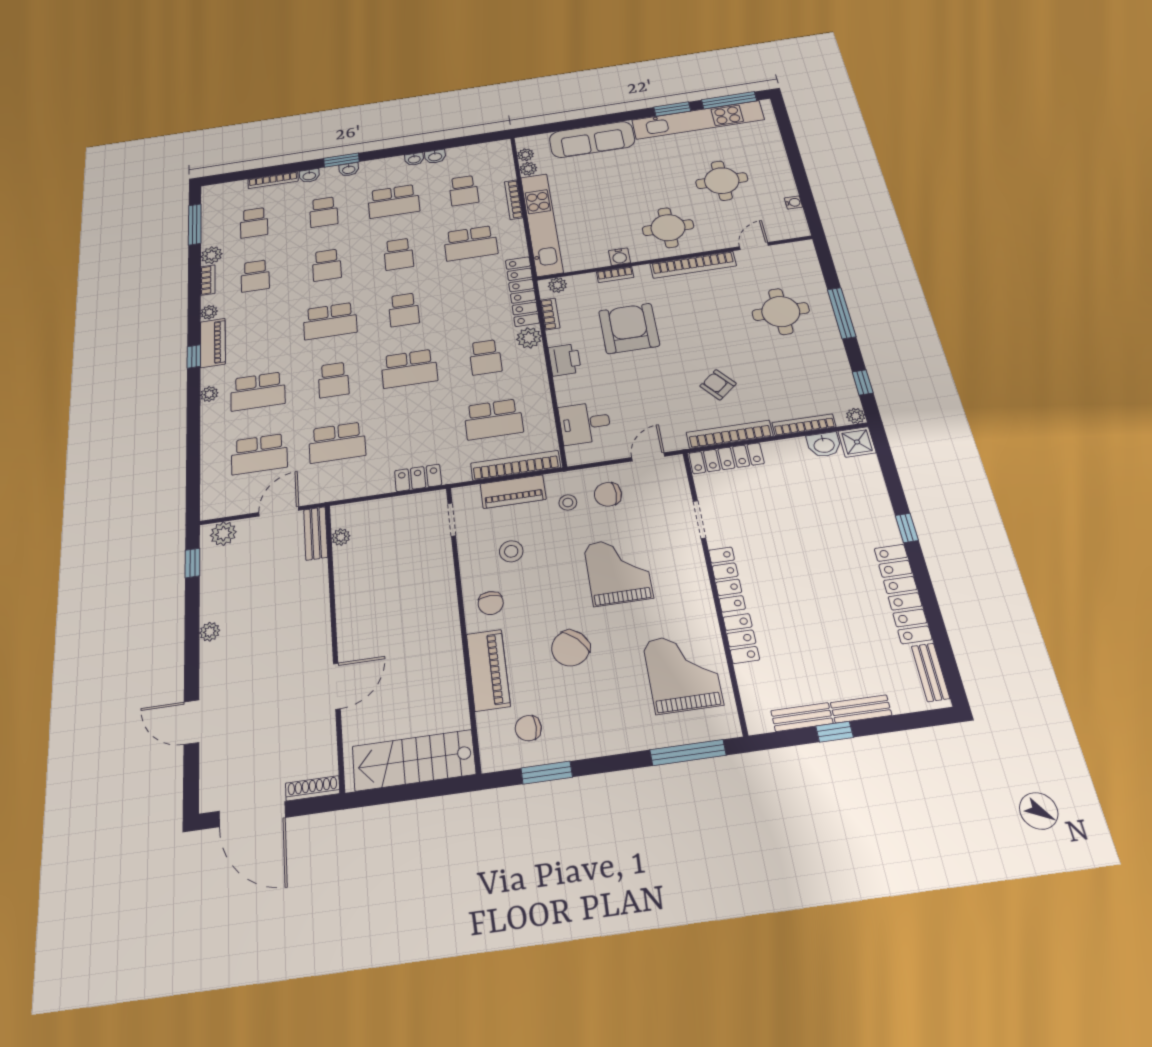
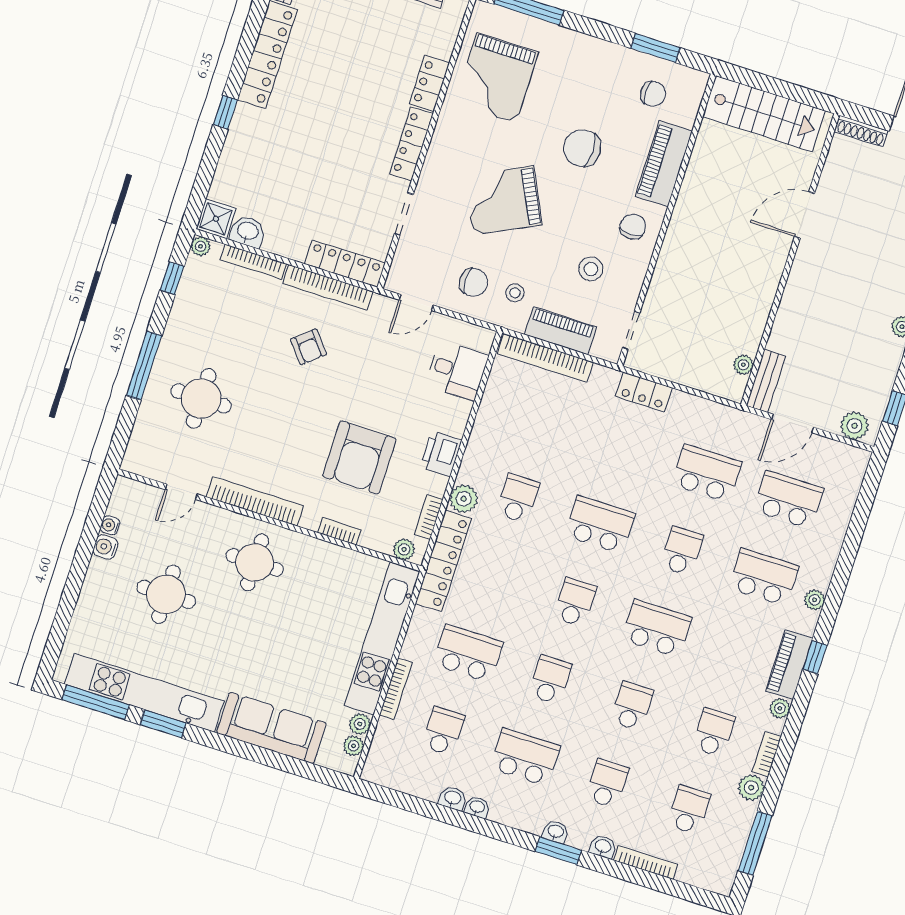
water cooler: (619, 257) -> (105, 547), moved, turned -90
school desk: (493, 419) -> (543, 421), removed
grand piano: (618, 571) -> (503, 200), turned 64
chair: (570, 648) -> (582, 148), turned -135

